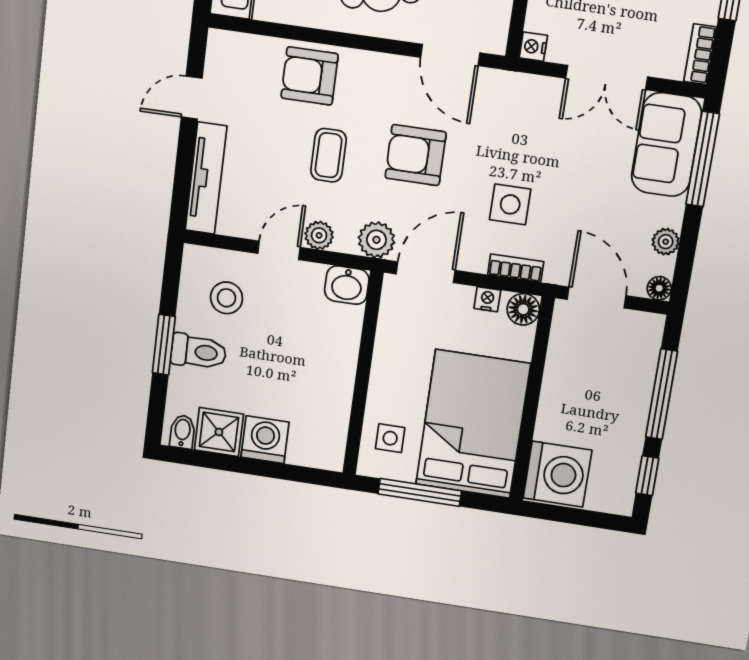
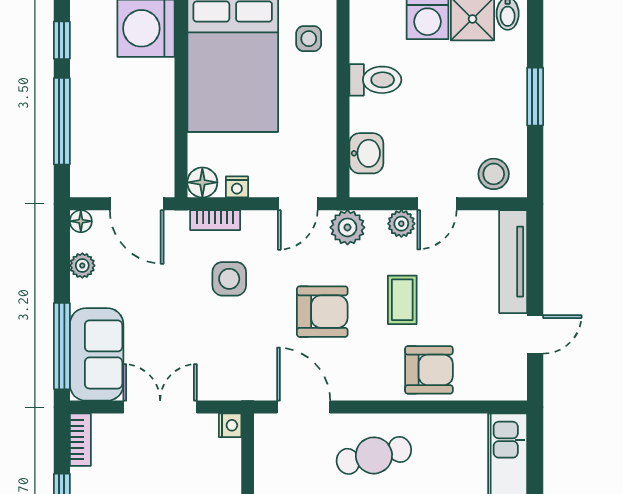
door: (426, 272) -> (298, 204), width x0.73
washbasin: (347, 285) -> (366, 153), moved, turned 90
stool: (226, 298) -> (494, 174), moved
toilet: (199, 352) -> (375, 80), moved, turned 180

